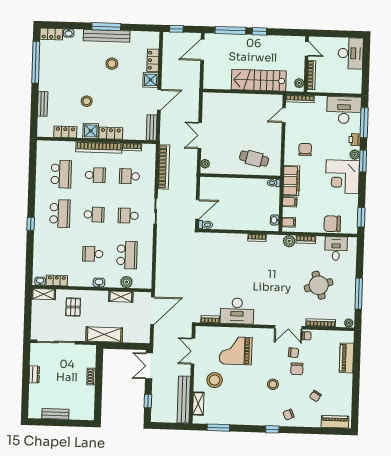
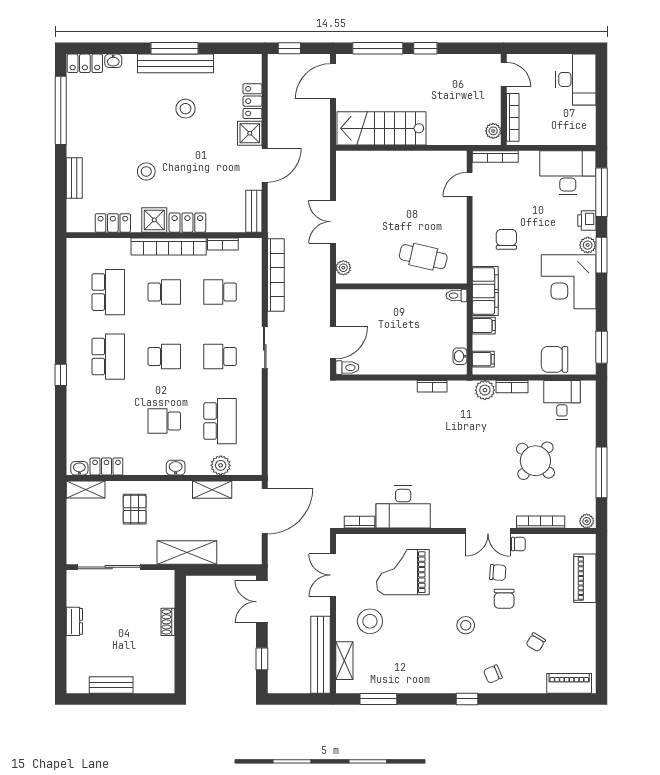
stairs: (259, 80) -> (381, 128), moved
round table: (319, 285) -> (535, 461), turned -31

